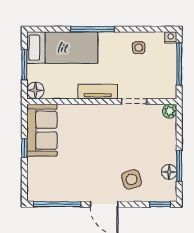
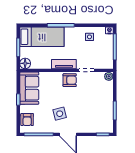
armchair: (107, 117) -> (70, 80), added
floor lamp: (169, 172) -> (108, 114), removed
side table: (132, 179) -> (60, 114), moved
armchair: (39, 180) -> (27, 120), added

